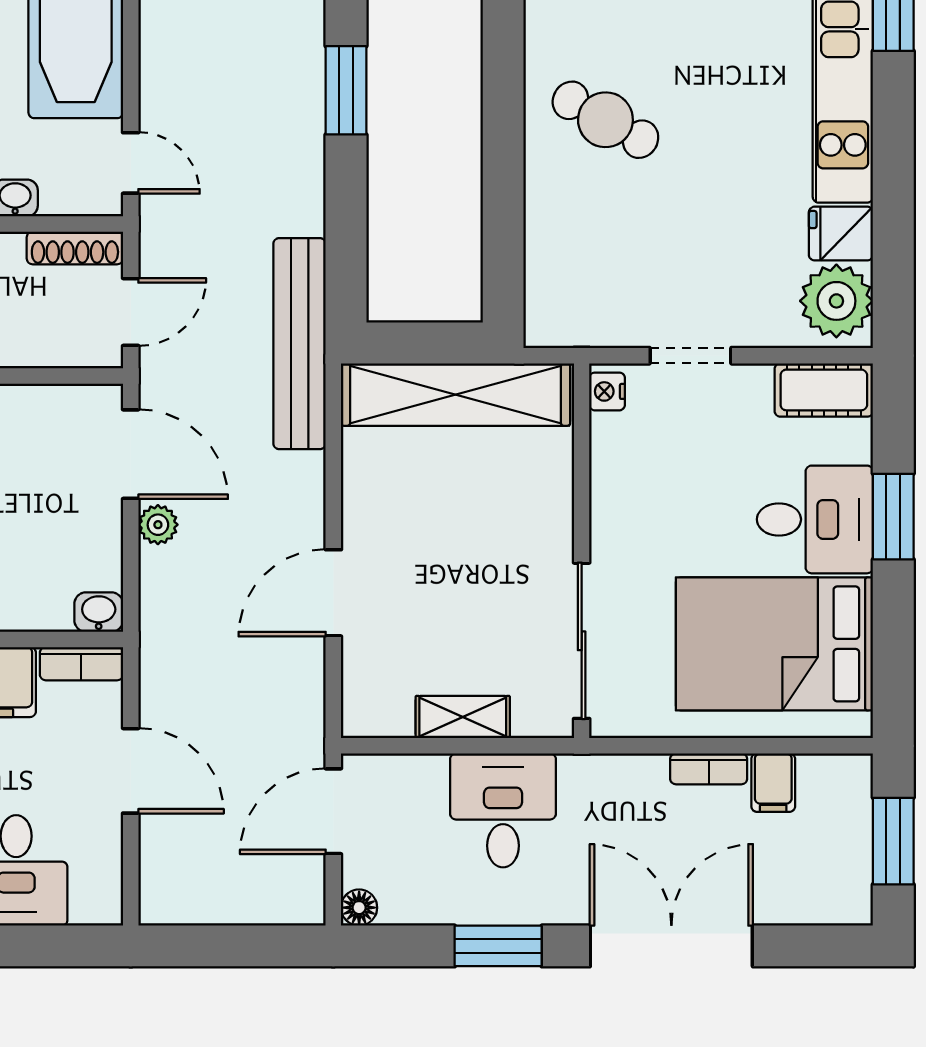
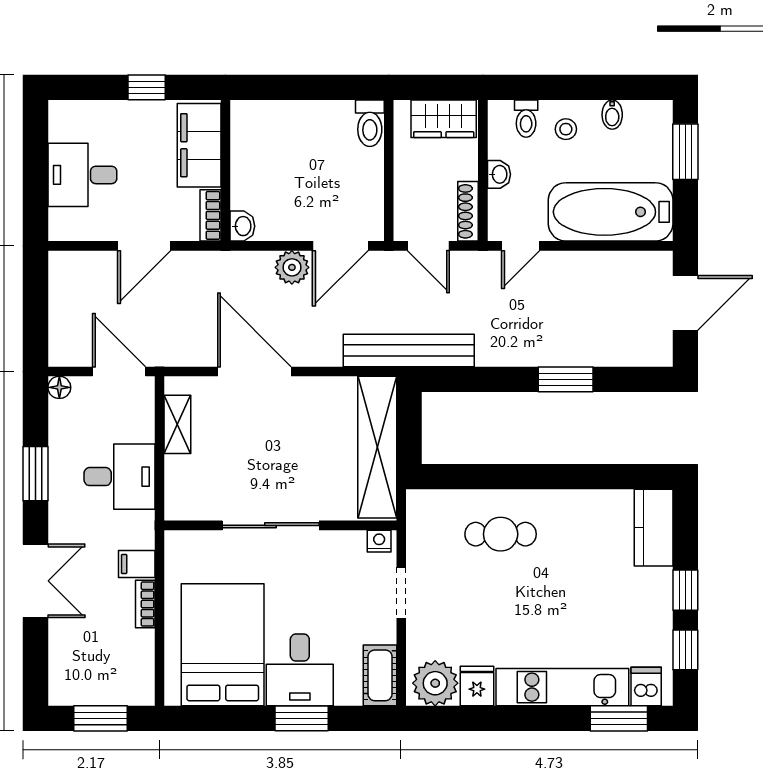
cafe table: (605, 120) -> (501, 534), moved, turned 61
plant: (158, 525) -> (292, 267), width x1.38, depth x1.38
door: (333, 593) -> (254, 371), width x1.36
sliding door: (582, 641) -> (271, 525), moved
shelving: (463, 717) -> (177, 424), moved
filing cabinet: (773, 783) -> (137, 564), moved
double door: (671, 946) -> (36, 581), width x0.73

